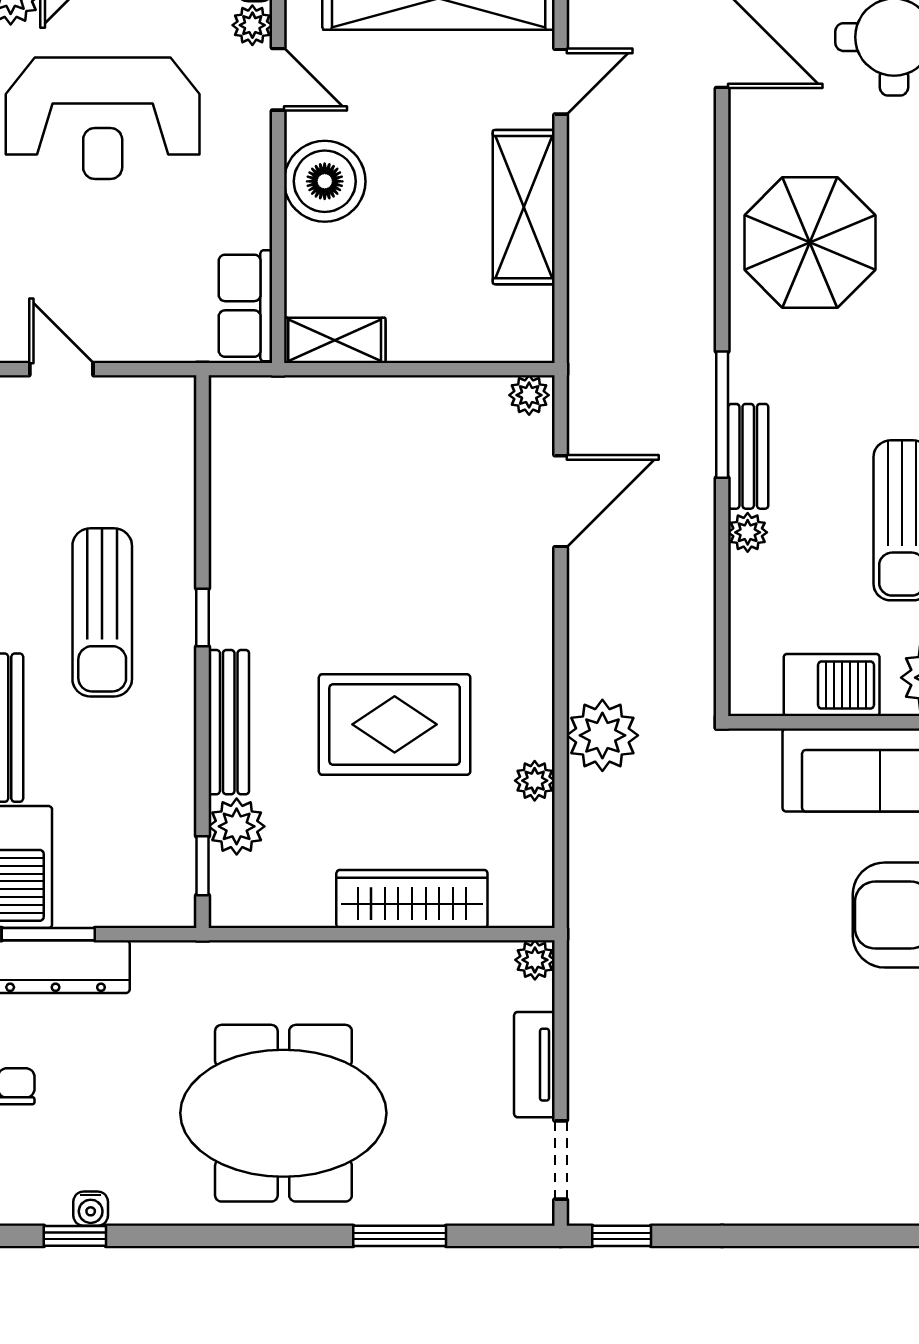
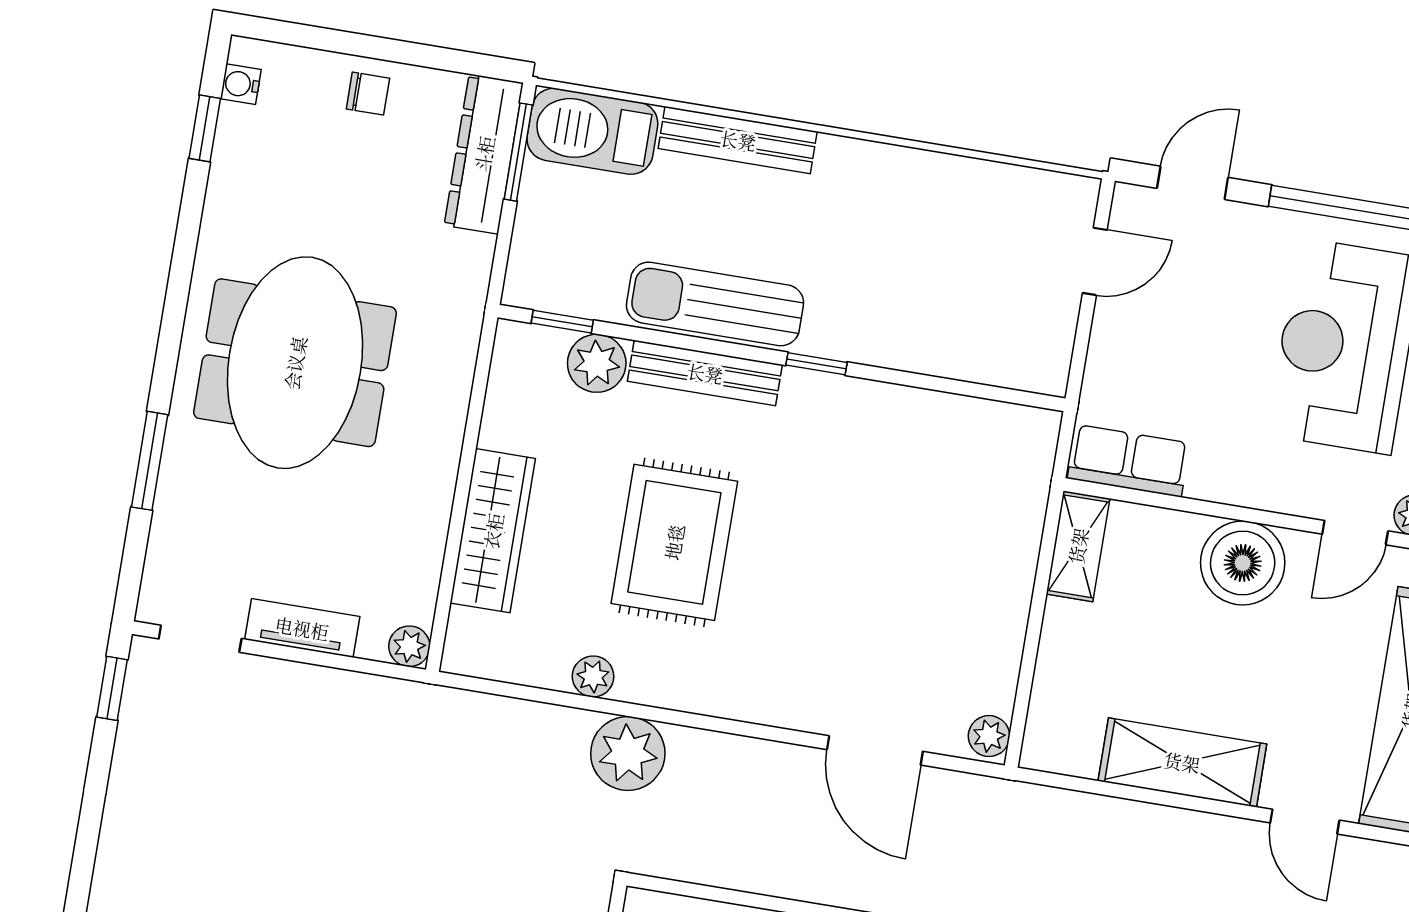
sun lounger: (102, 612) -> (715, 304), moved
water cooler: (91, 1209) -> (241, 84), moved

